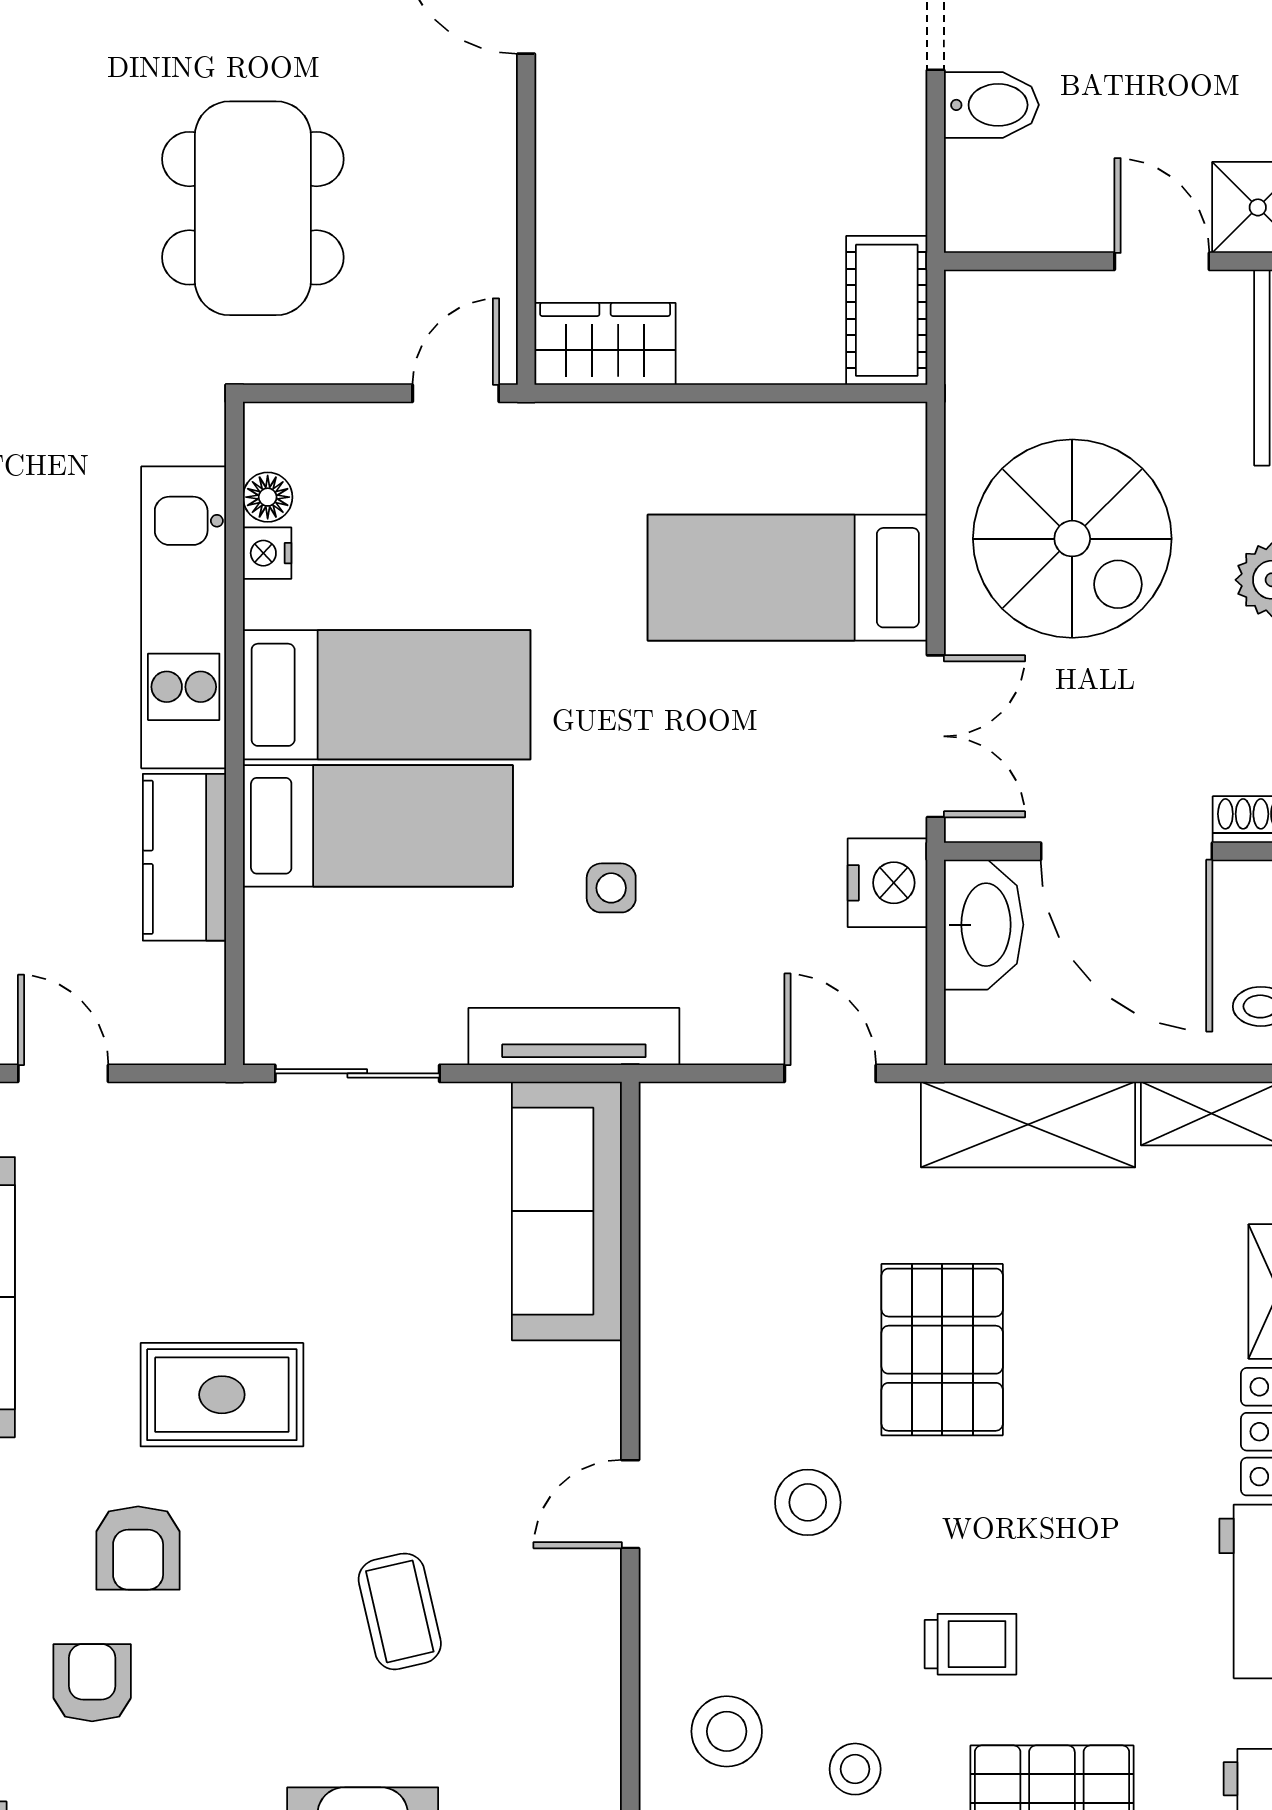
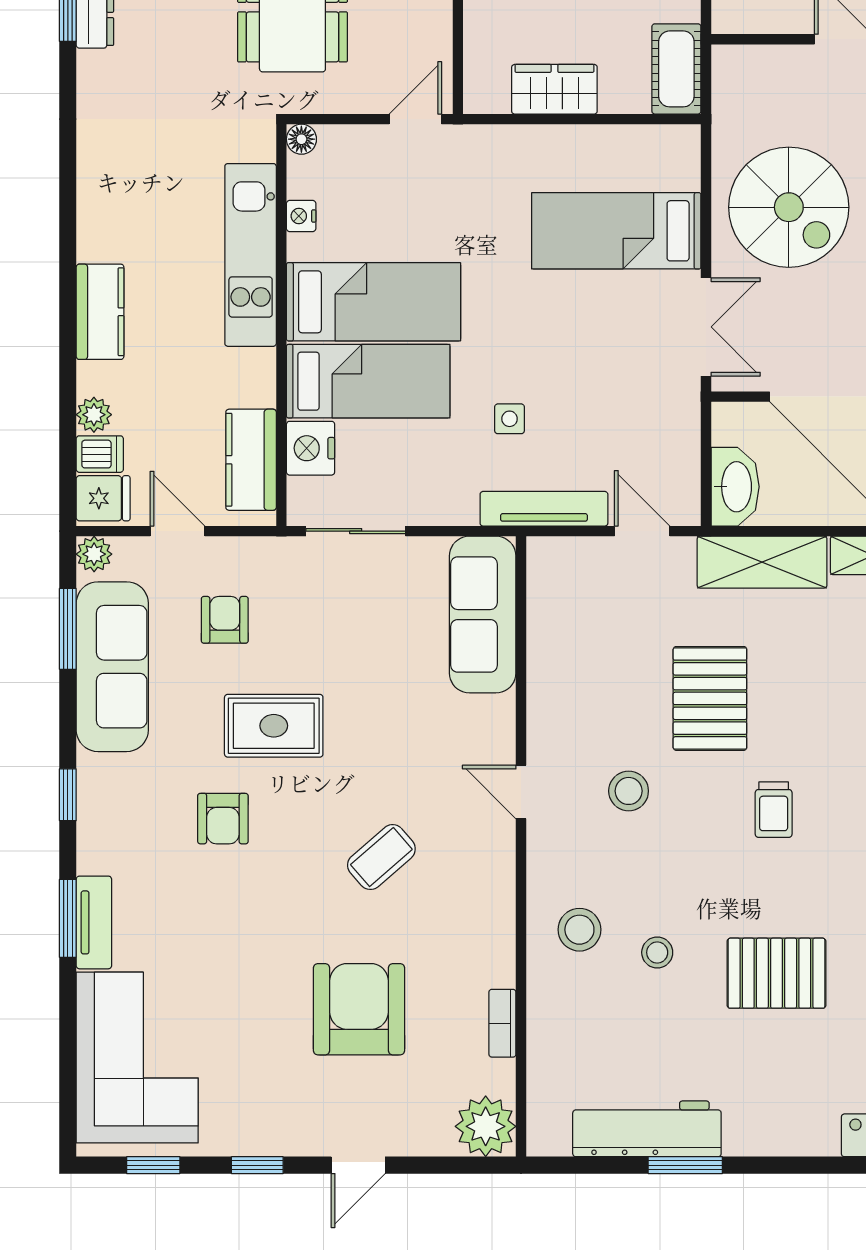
wardrobe: (605, 344) -> (554, 89), moved
floor lamp: (268, 497) -> (301, 139), moved
kitchen counter: (185, 857) -> (251, 460), moved
nightstand: (887, 883) -> (311, 448), moved, turned 180
washbasin: (984, 925) -> (735, 487), moved
tv unit: (574, 1036) -> (544, 509), moved
door: (630, 1504) -> (521, 792), hinge flipped
coffee table: (400, 1611) -> (381, 857), turned 62
trolley: (971, 1644) -> (774, 810), moved, turned 90
armchair: (92, 1683) -> (225, 620), moved

